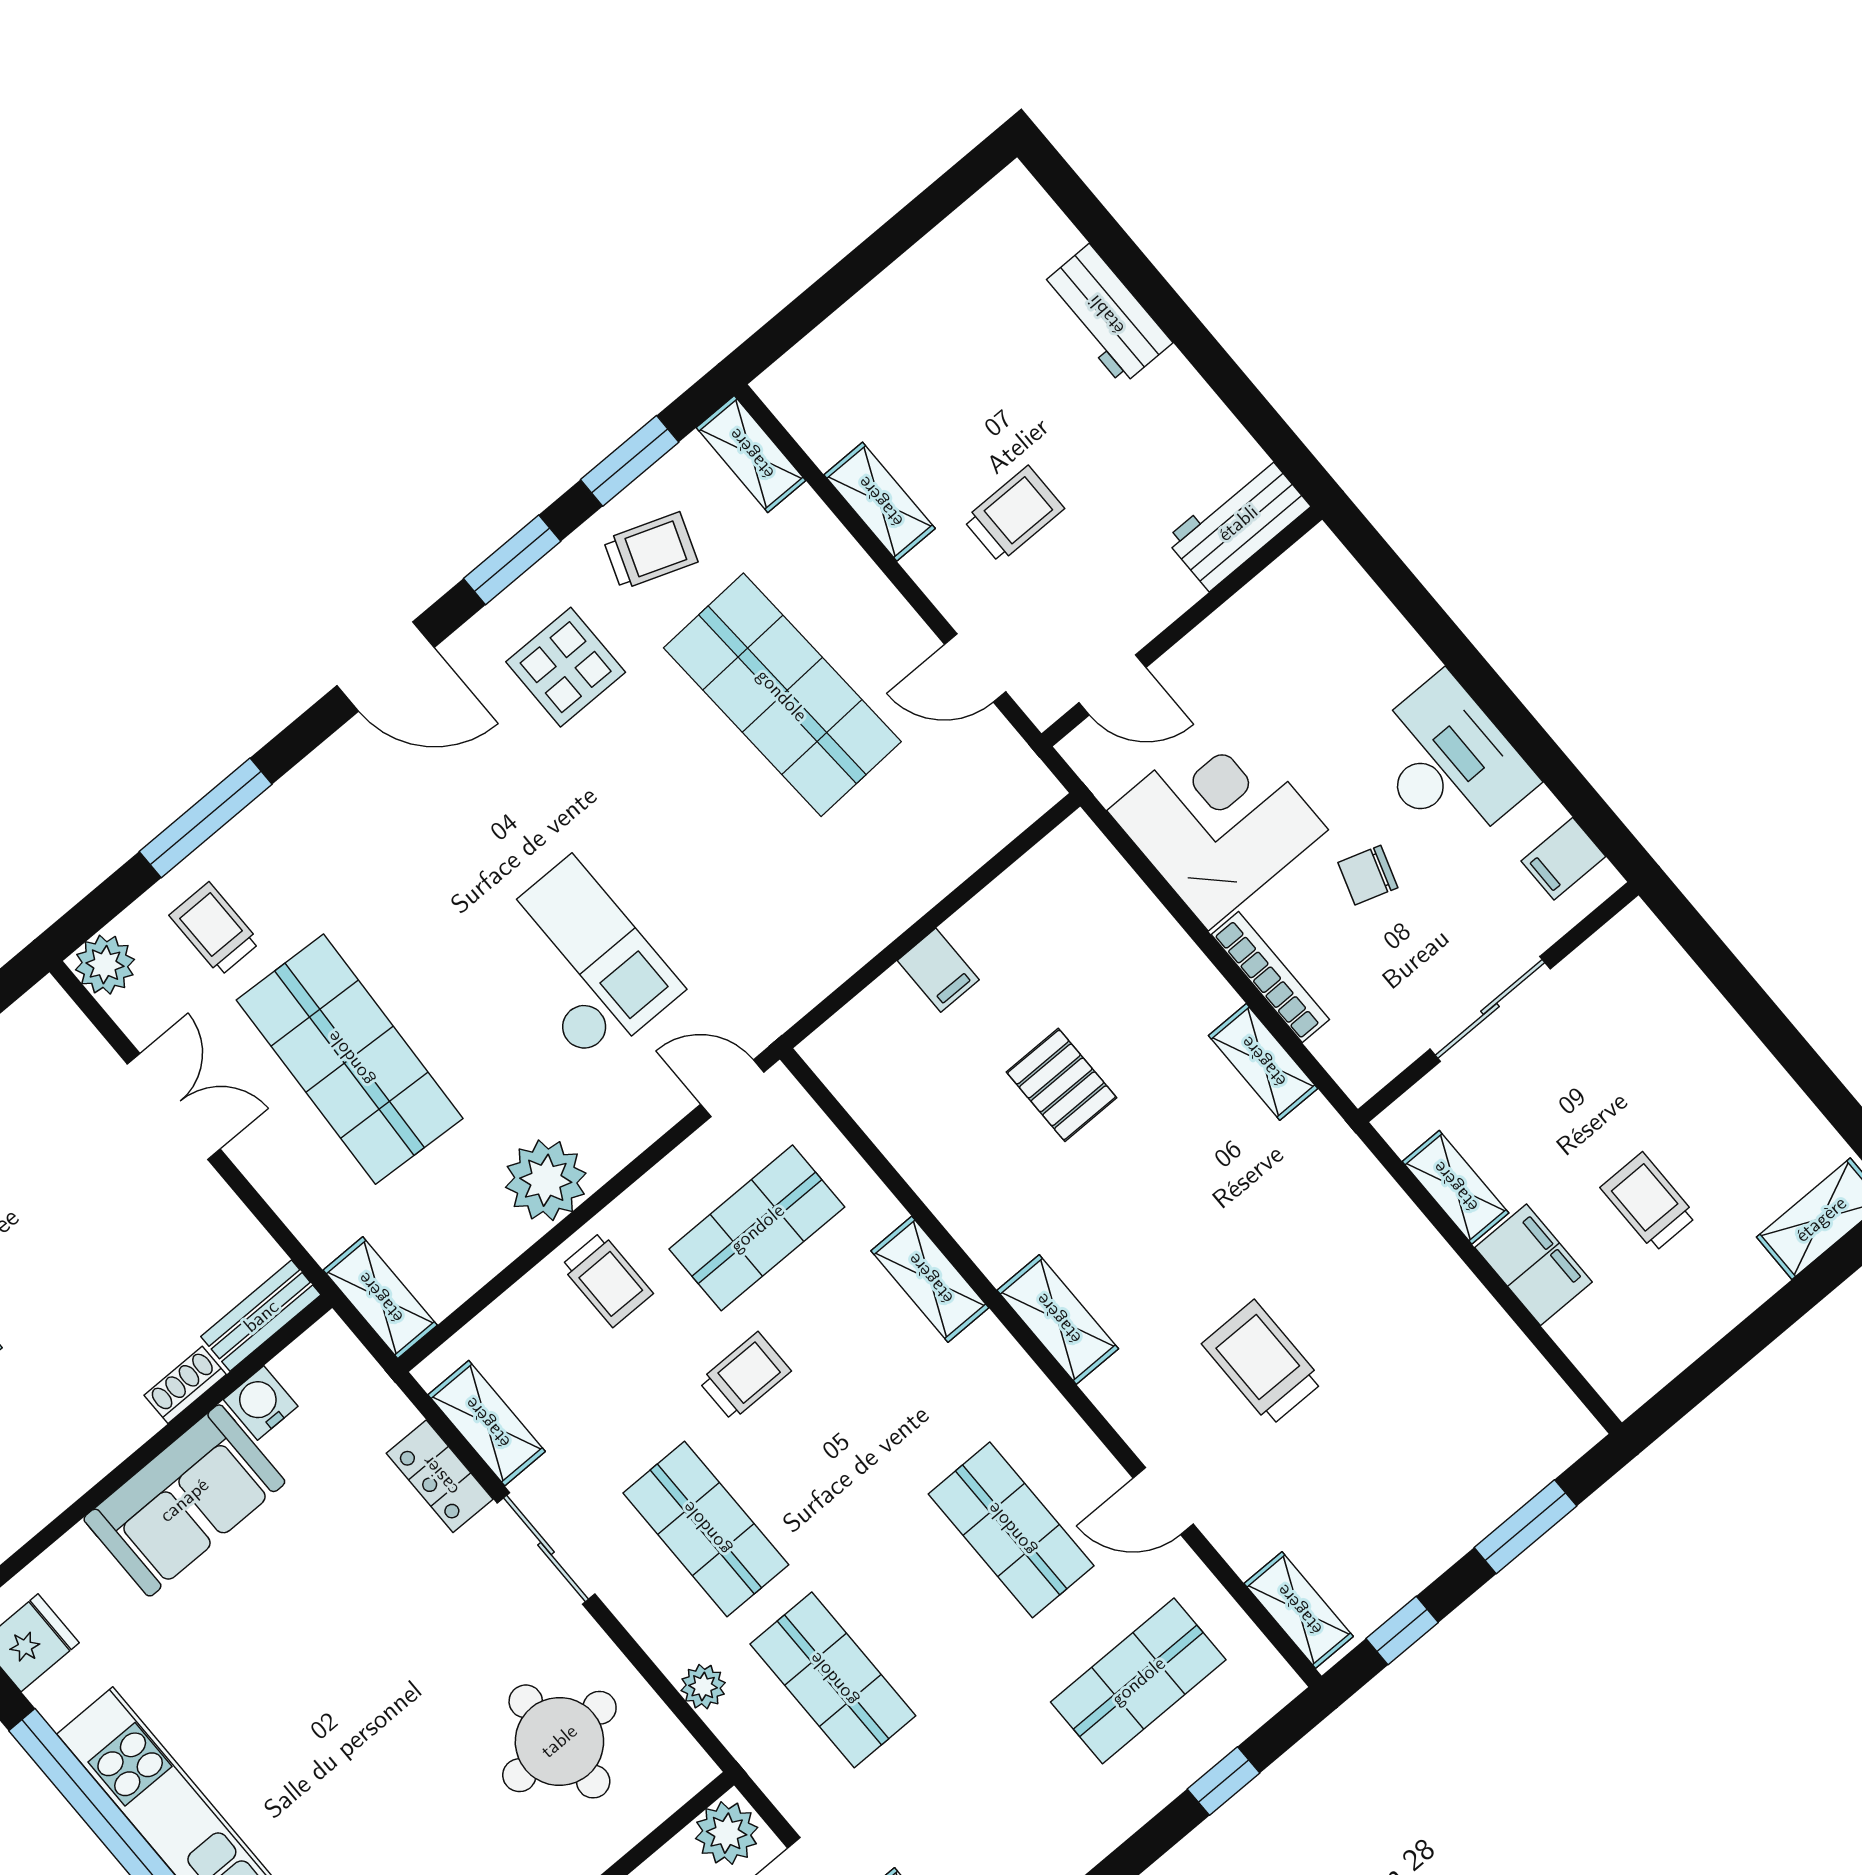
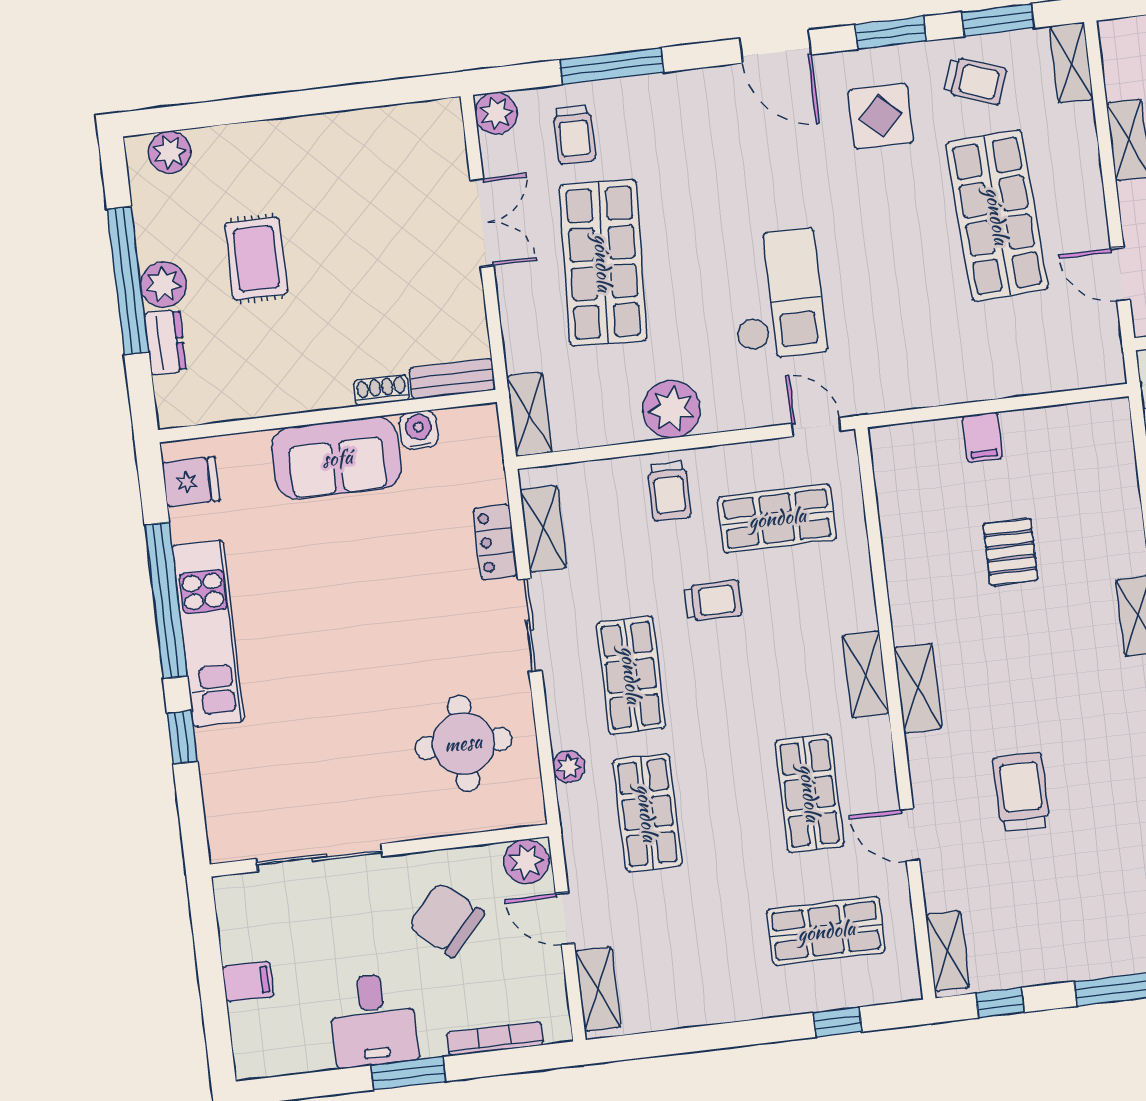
trolley: (215, 929) -> (574, 134), turned 180
shelving: (930, 1279) -> (866, 674), moved

